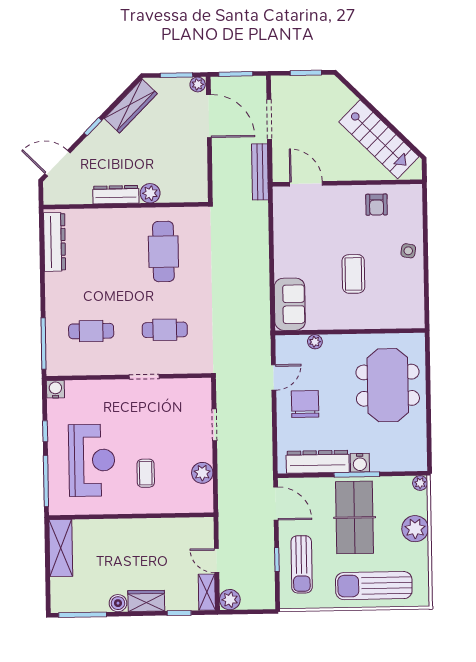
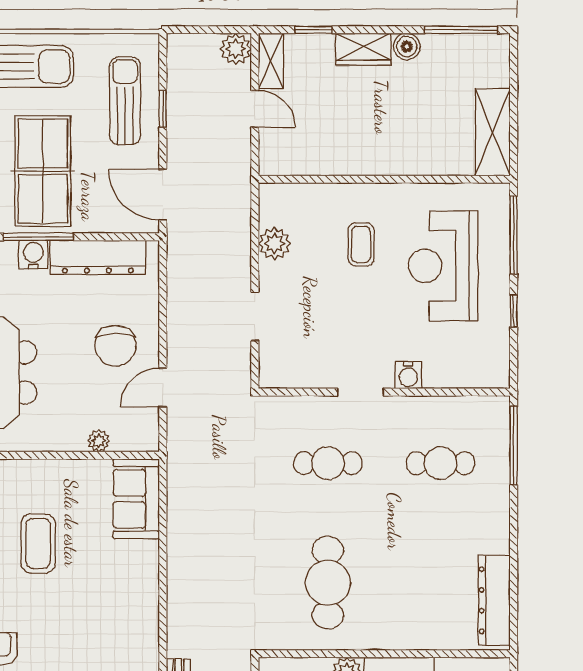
water cooler: (55, 389) -> (408, 375), moved

